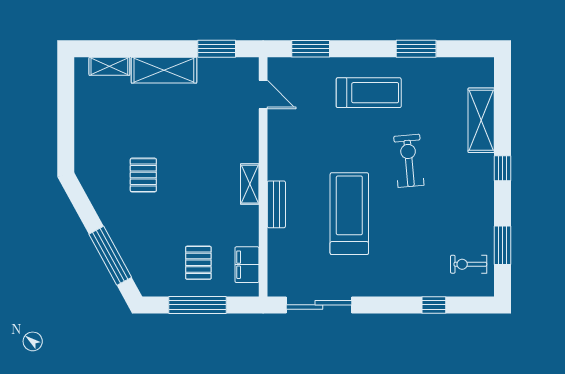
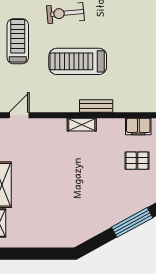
pallet: (143, 175) -> (75, 199), removed
treadmill: (349, 214) -> (78, 61), moved

